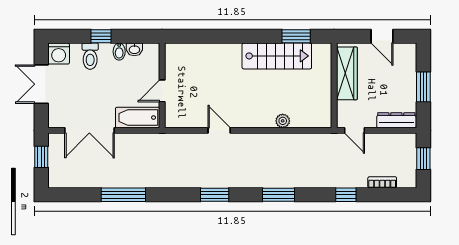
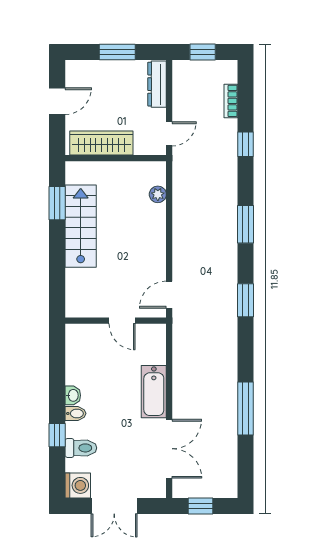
wall: (162, 85) -> (116, 321), moved
door: (162, 91) -> (122, 321), moved
plant: (283, 121) -> (158, 194), moved

